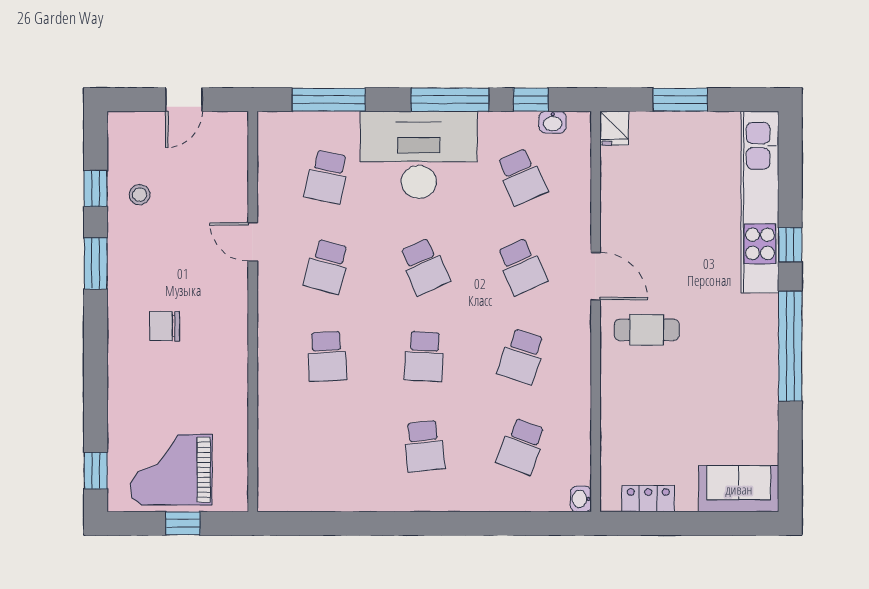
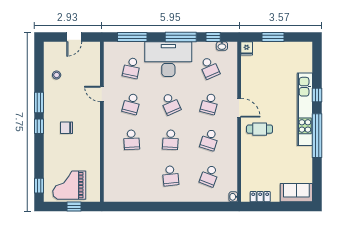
window: (96, 189) -> (39, 126), moved
kitchen unit: (760, 202) -> (305, 109), moved
school desk: (522, 267) -> (209, 104), turned 39

